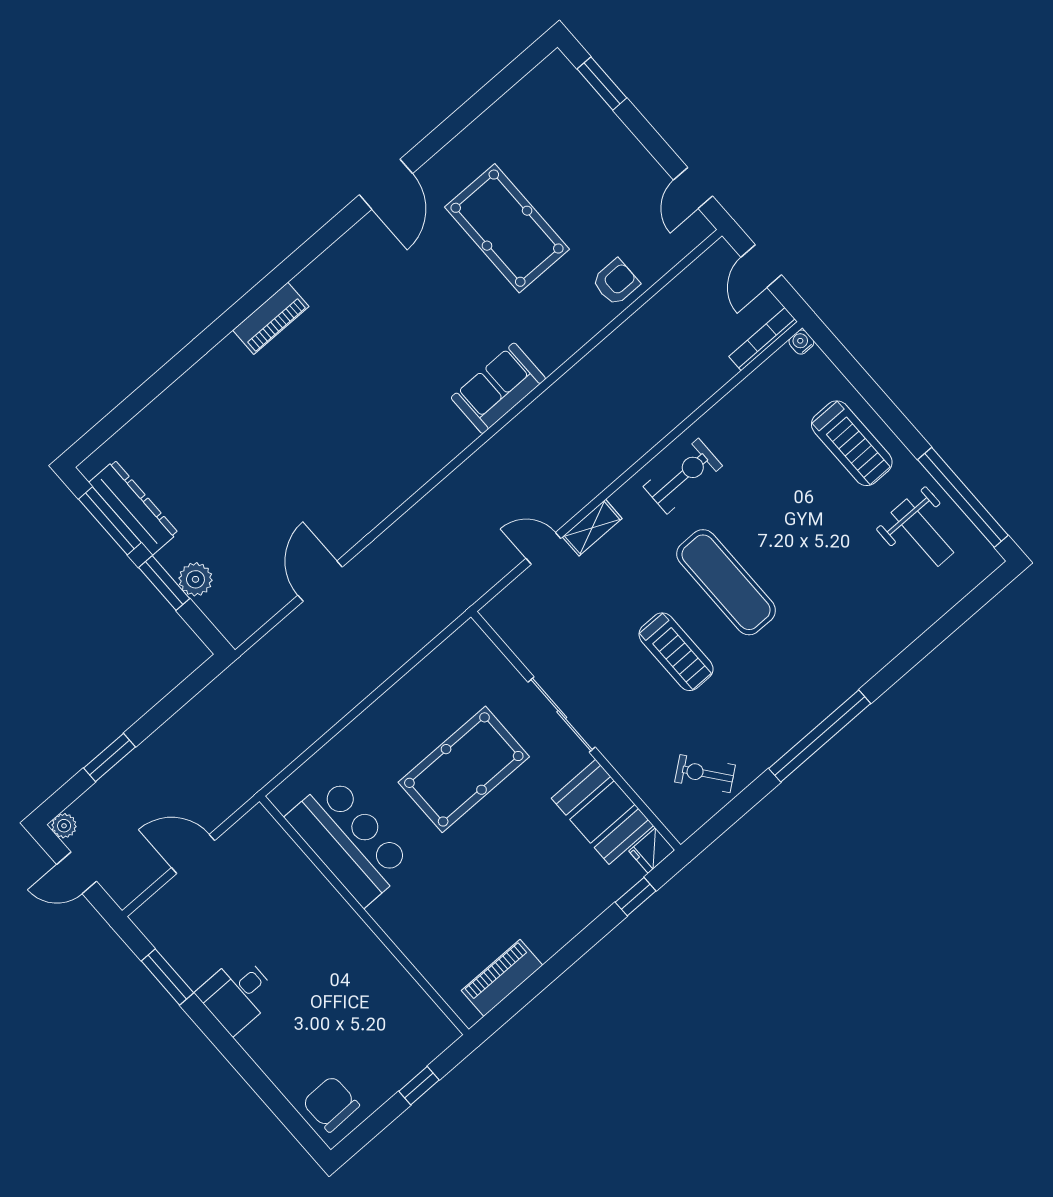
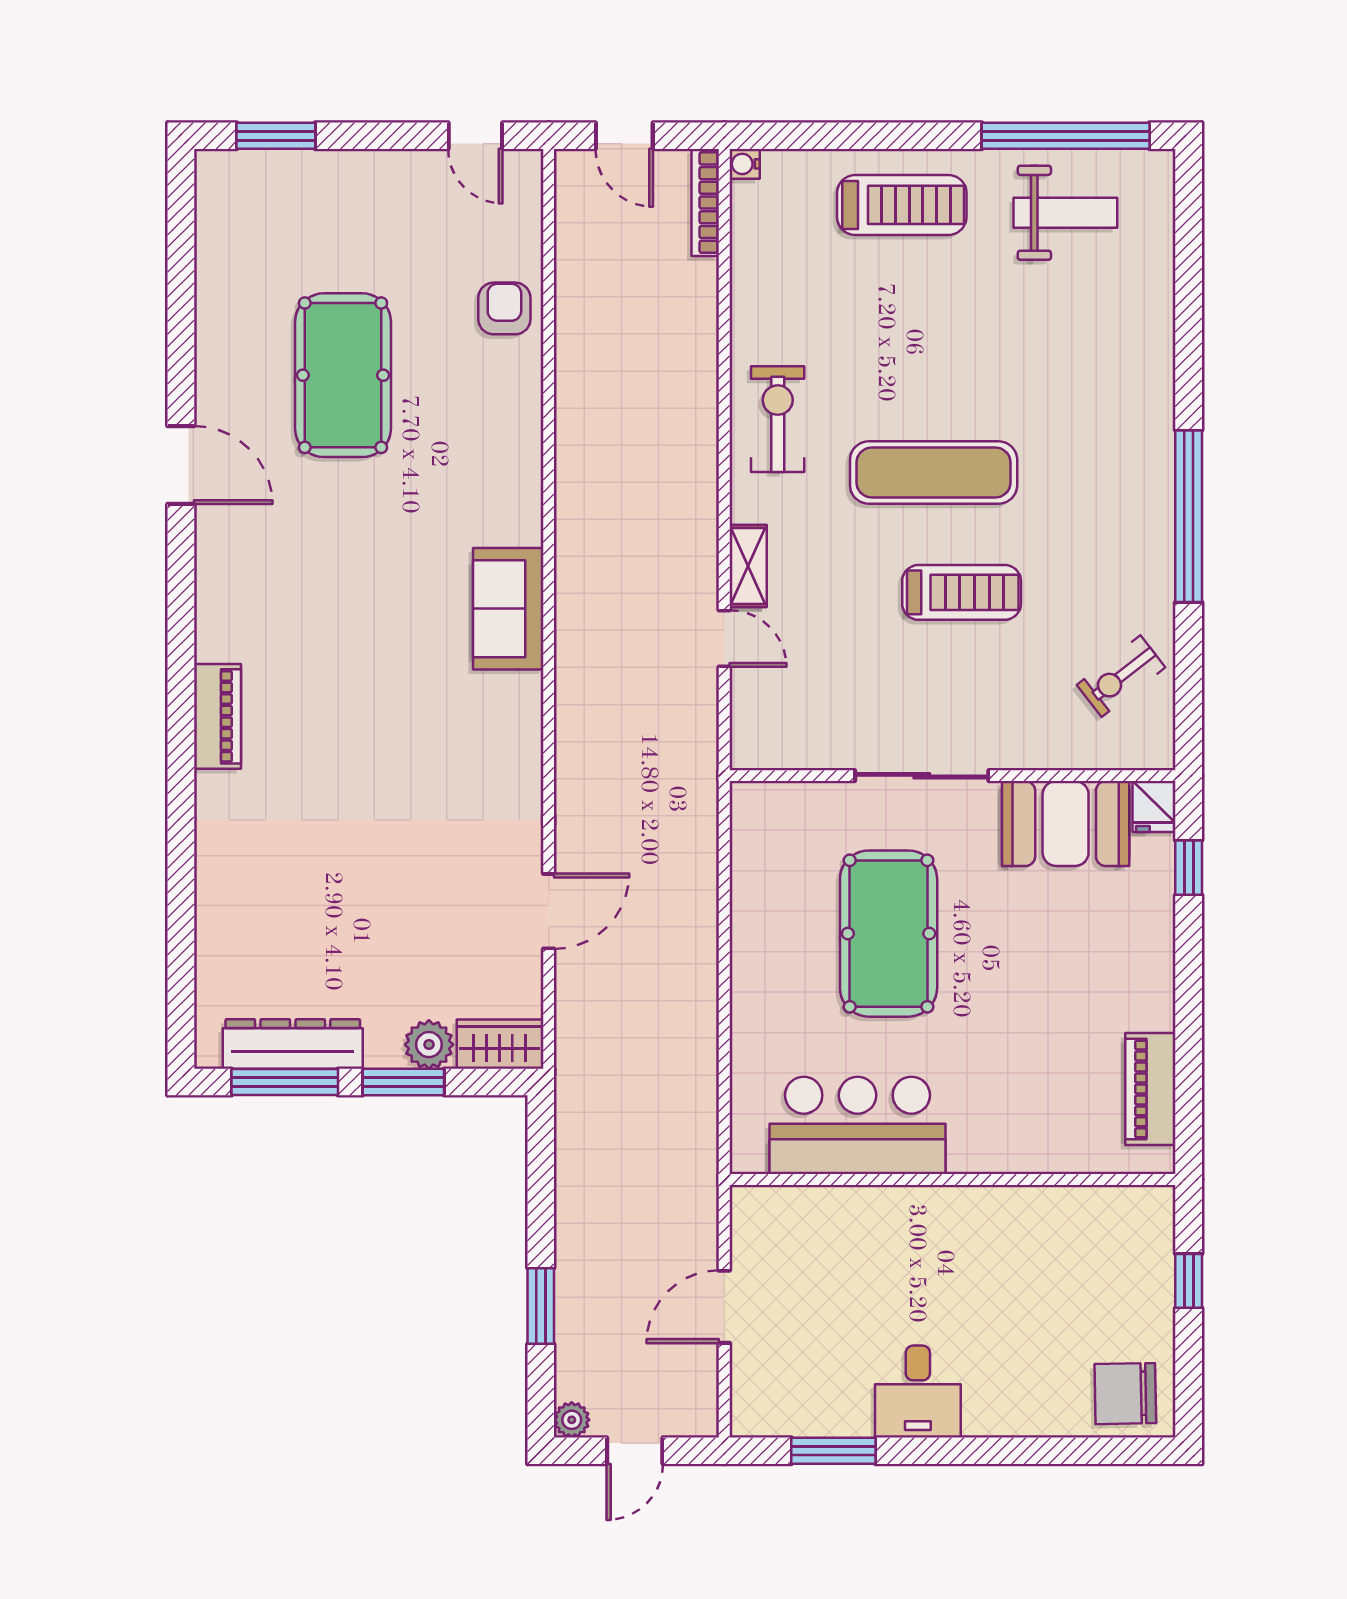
pool table: (507, 228) -> (343, 375), turned 90
sofa: (498, 388) -> (508, 609), moved
door: (543, 548) -> (724, 639), swing flipped
door: (320, 581) -> (549, 911), swing flipped
wardrobe: (228, 616) -> (500, 1044), added

